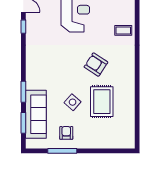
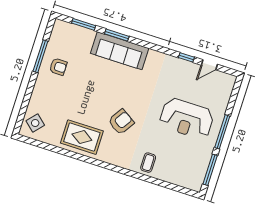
side table: (73, 102) -> (35, 123), moved
rug: (102, 102) -> (82, 137), moved
sofa: (36, 114) -> (120, 51), moved

